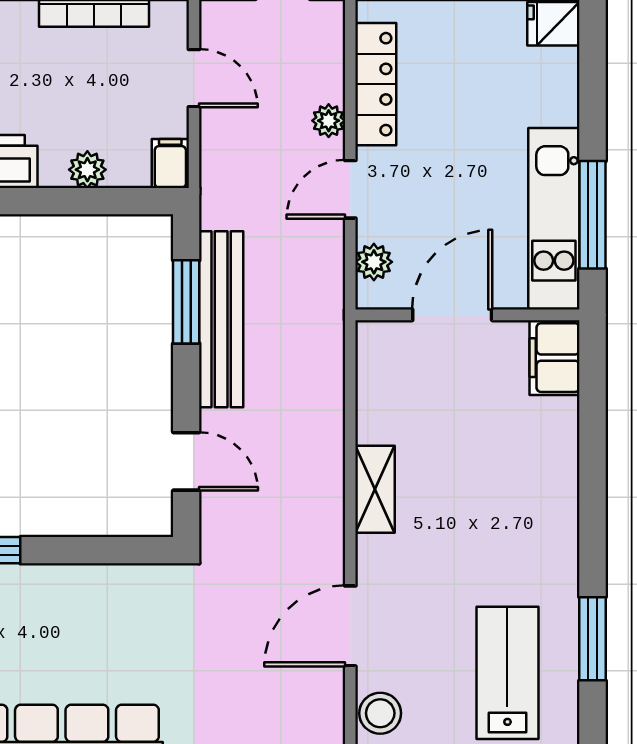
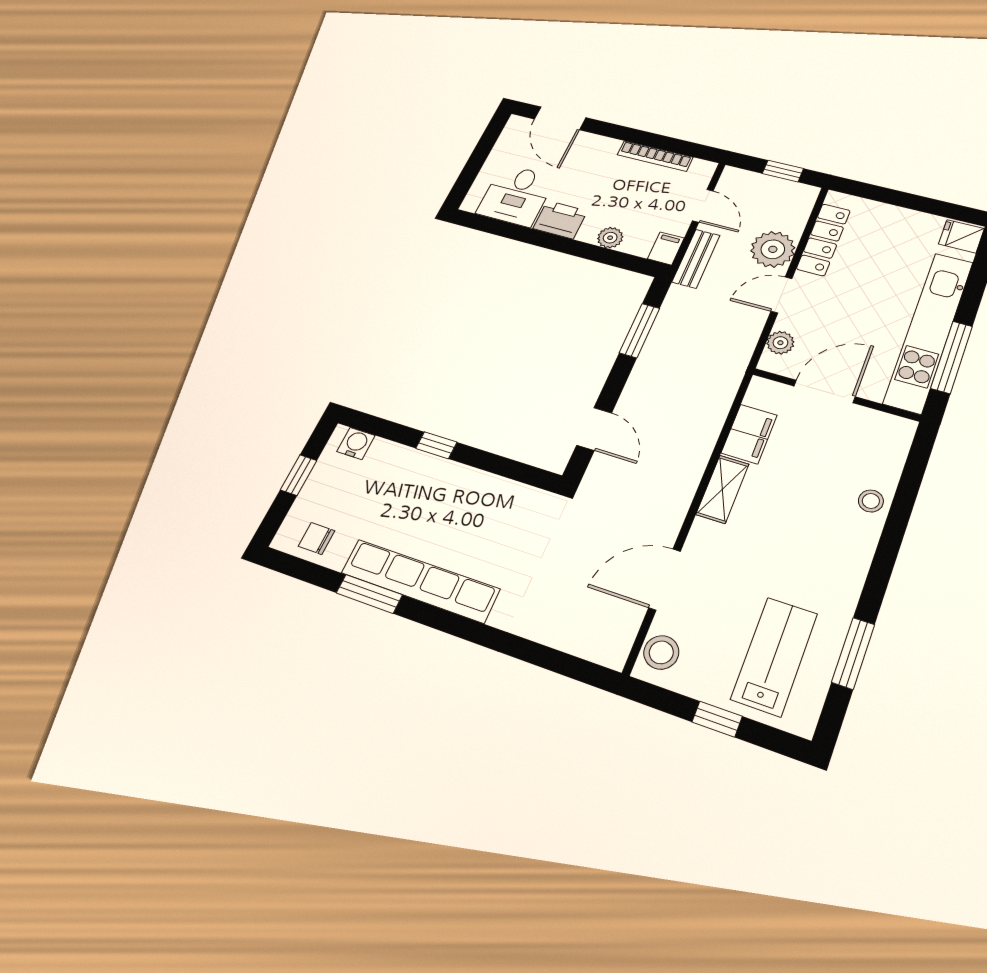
plant: (329, 121) -> (773, 249), width x1.87, depth x1.87
kitchen unit: (554, 219) -> (929, 331), width x1.36
bench: (221, 319) -> (696, 259), moved, width x0.54, depth x0.82
filing cabinet: (555, 358) -> (749, 434), moved, turned 180
stool: (555, 445) -> (871, 501), added

